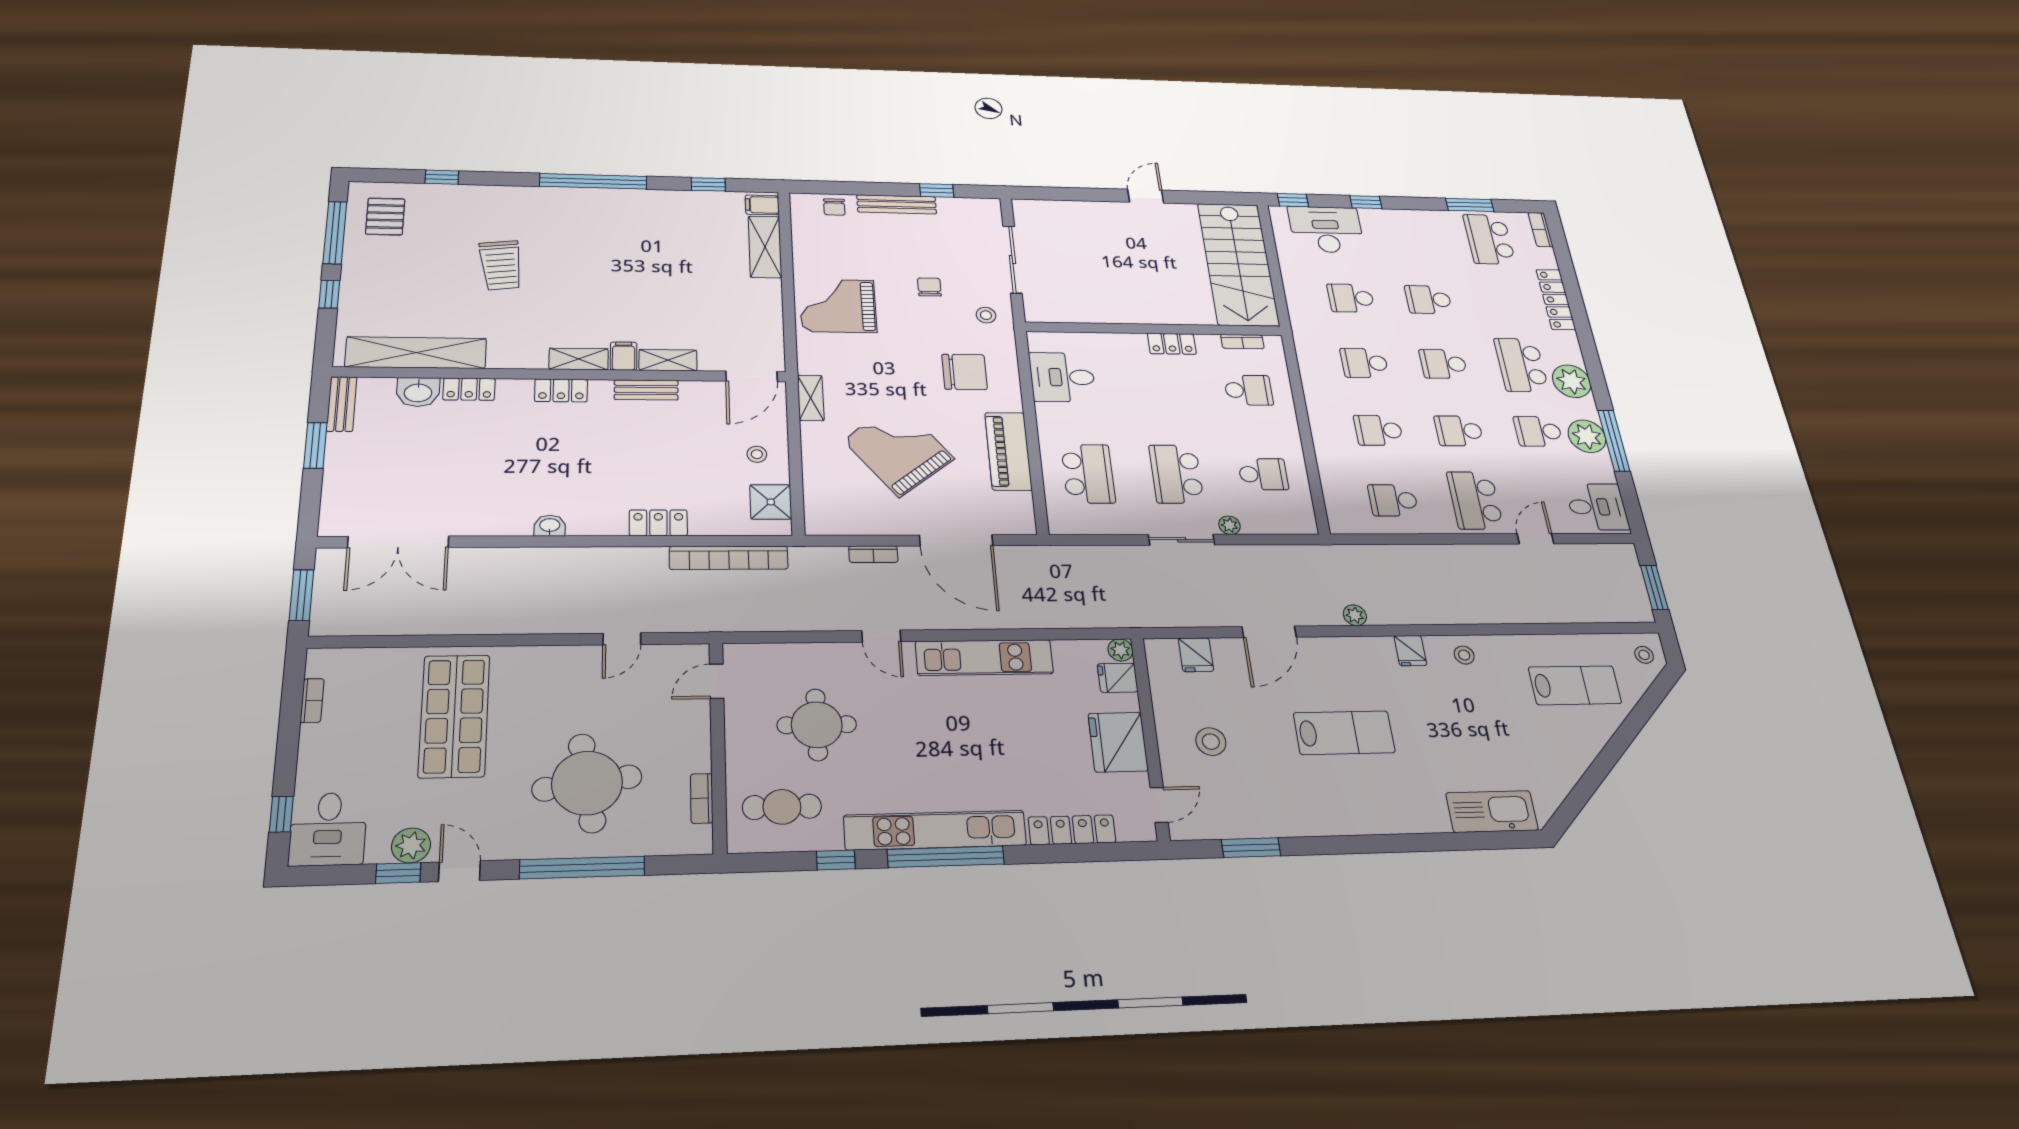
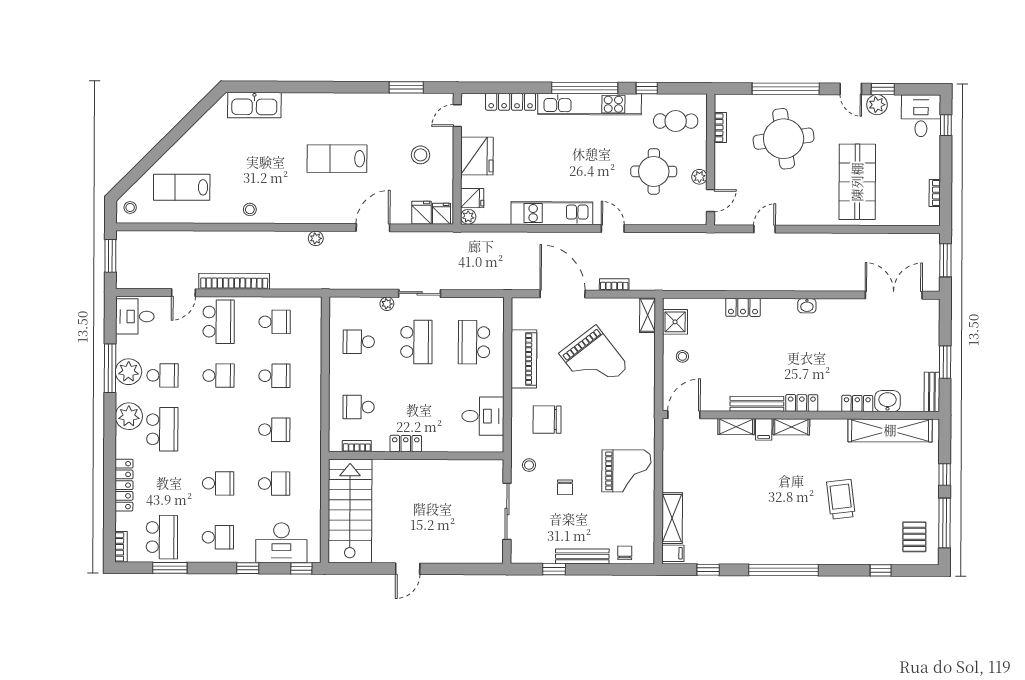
school desk: (1443, 364) -> (218, 537), moved
bench: (646, 390) -> (757, 404), width x1.36
shelving: (811, 398) -> (648, 315), moved
bookcase: (729, 558) -> (234, 281), moved
fridge: (1410, 651) -> (441, 214), moved
plant: (737, 718) -> (699, 177), added

